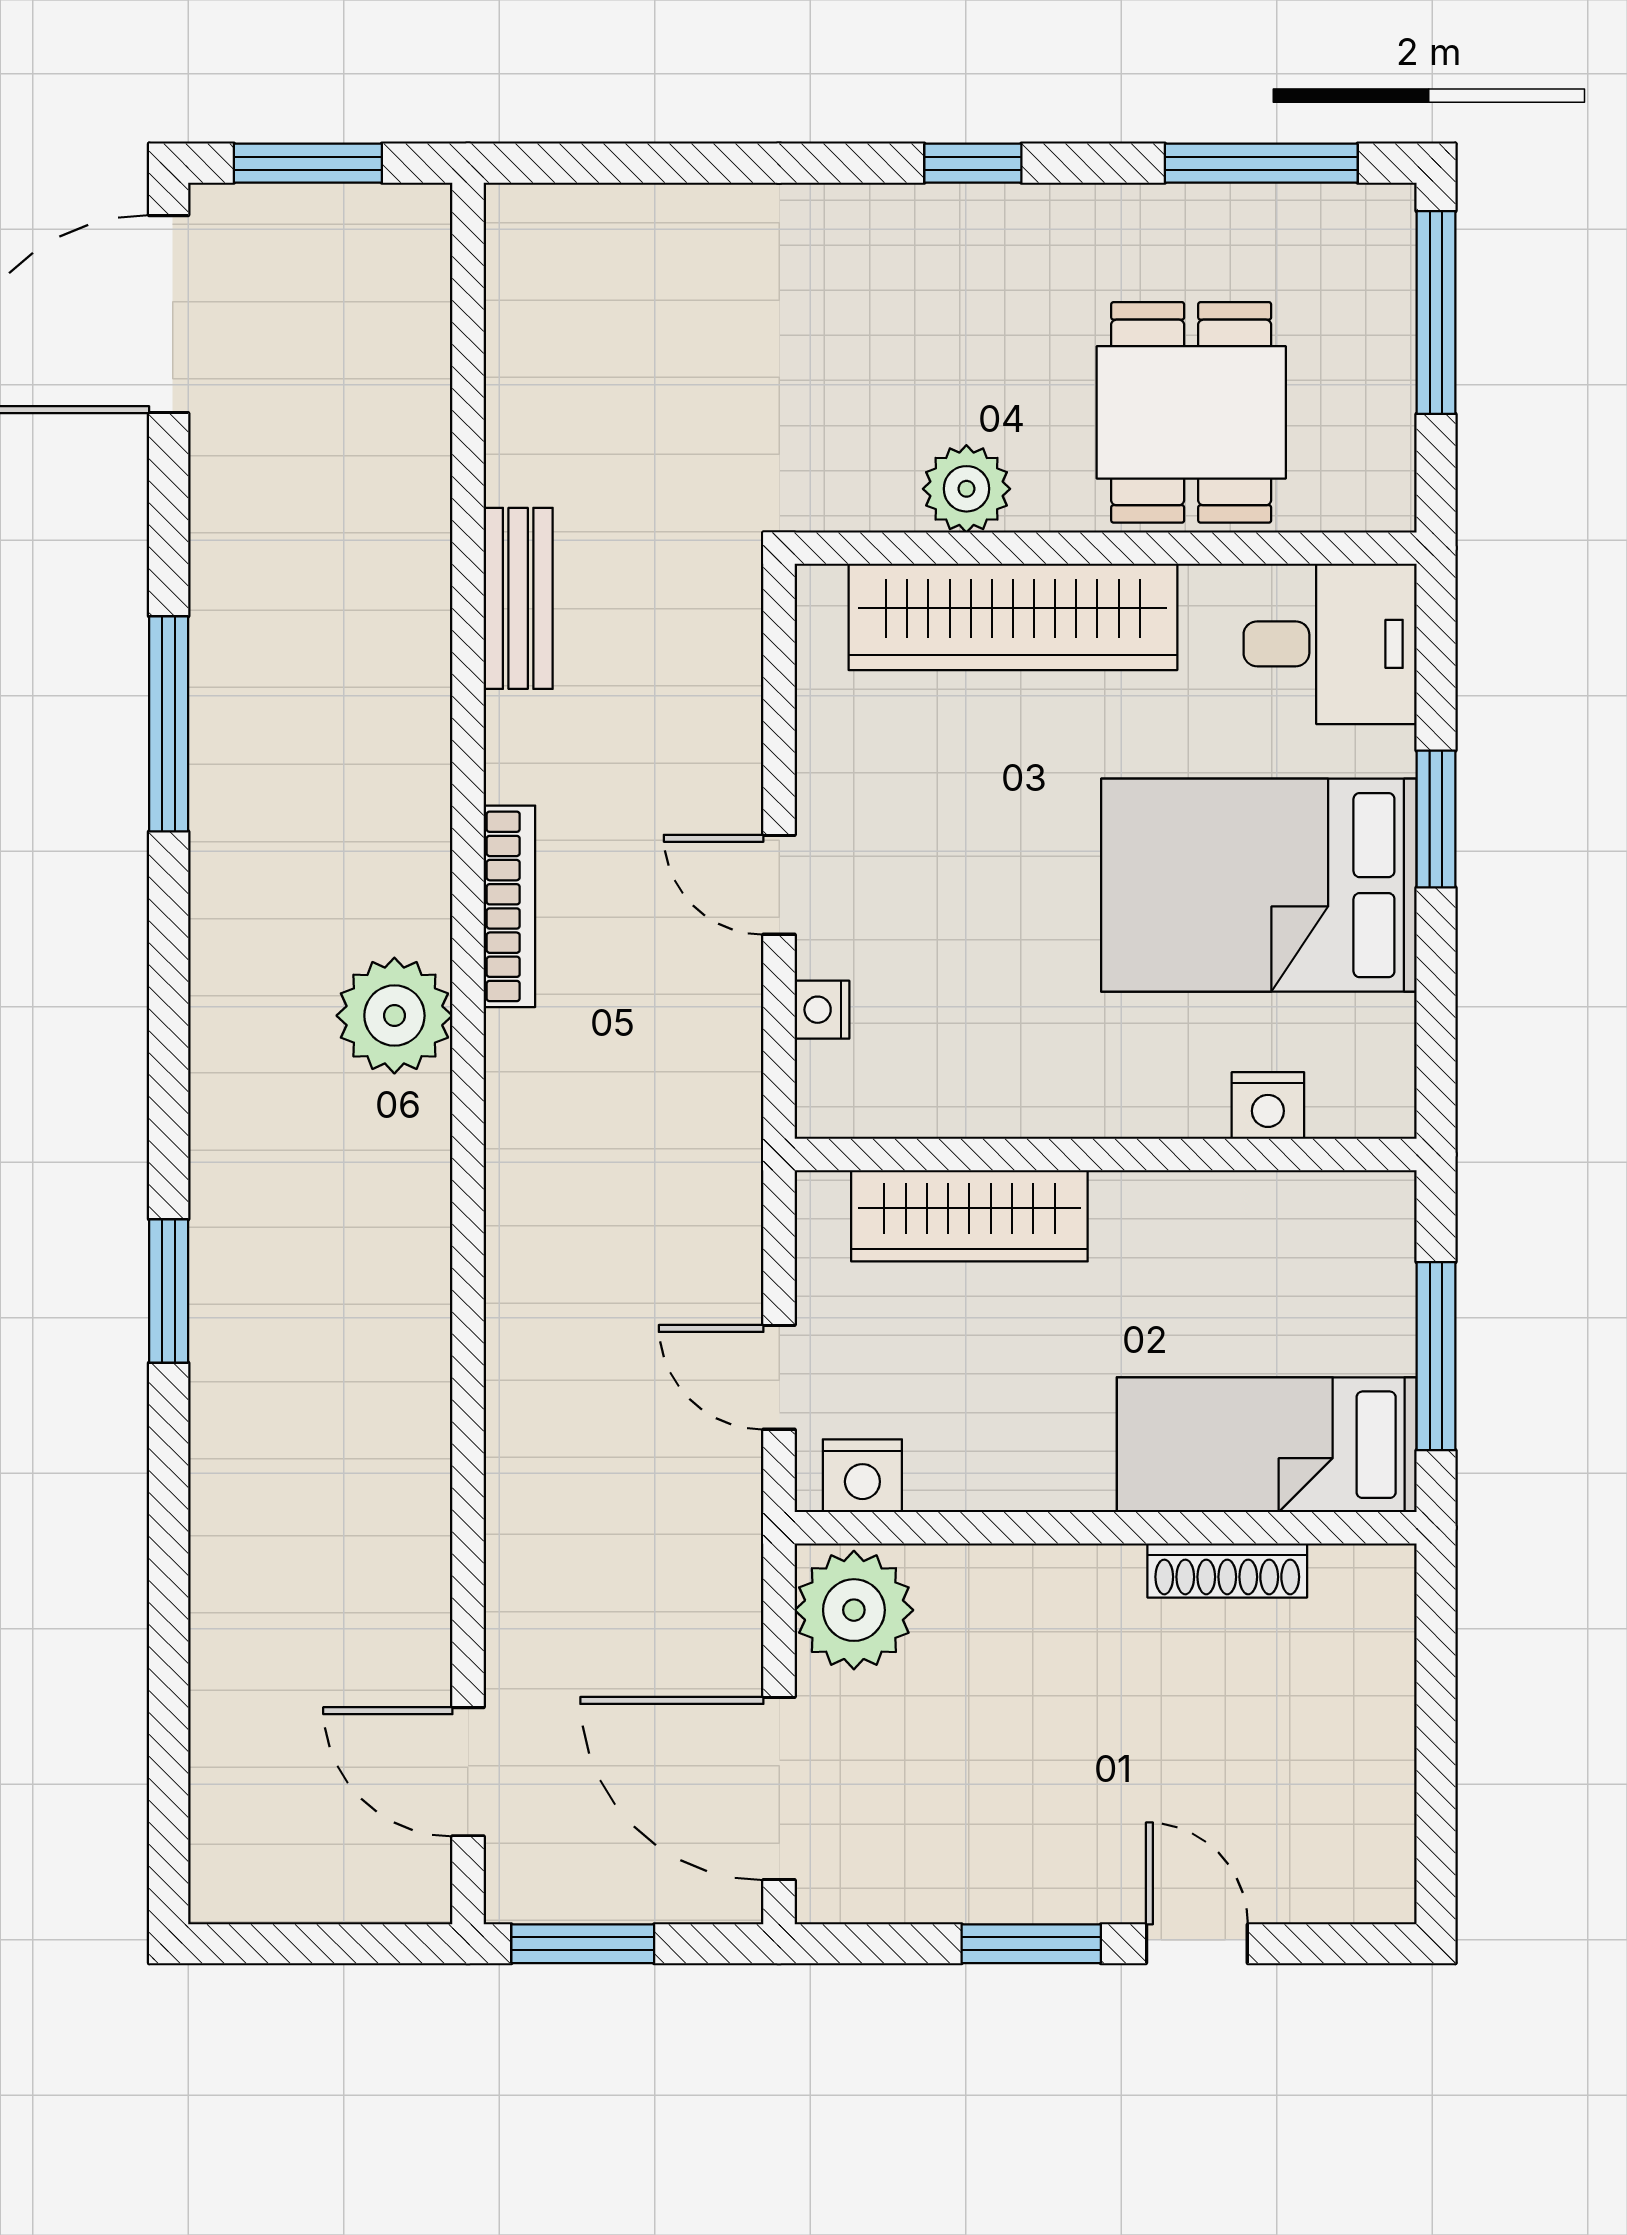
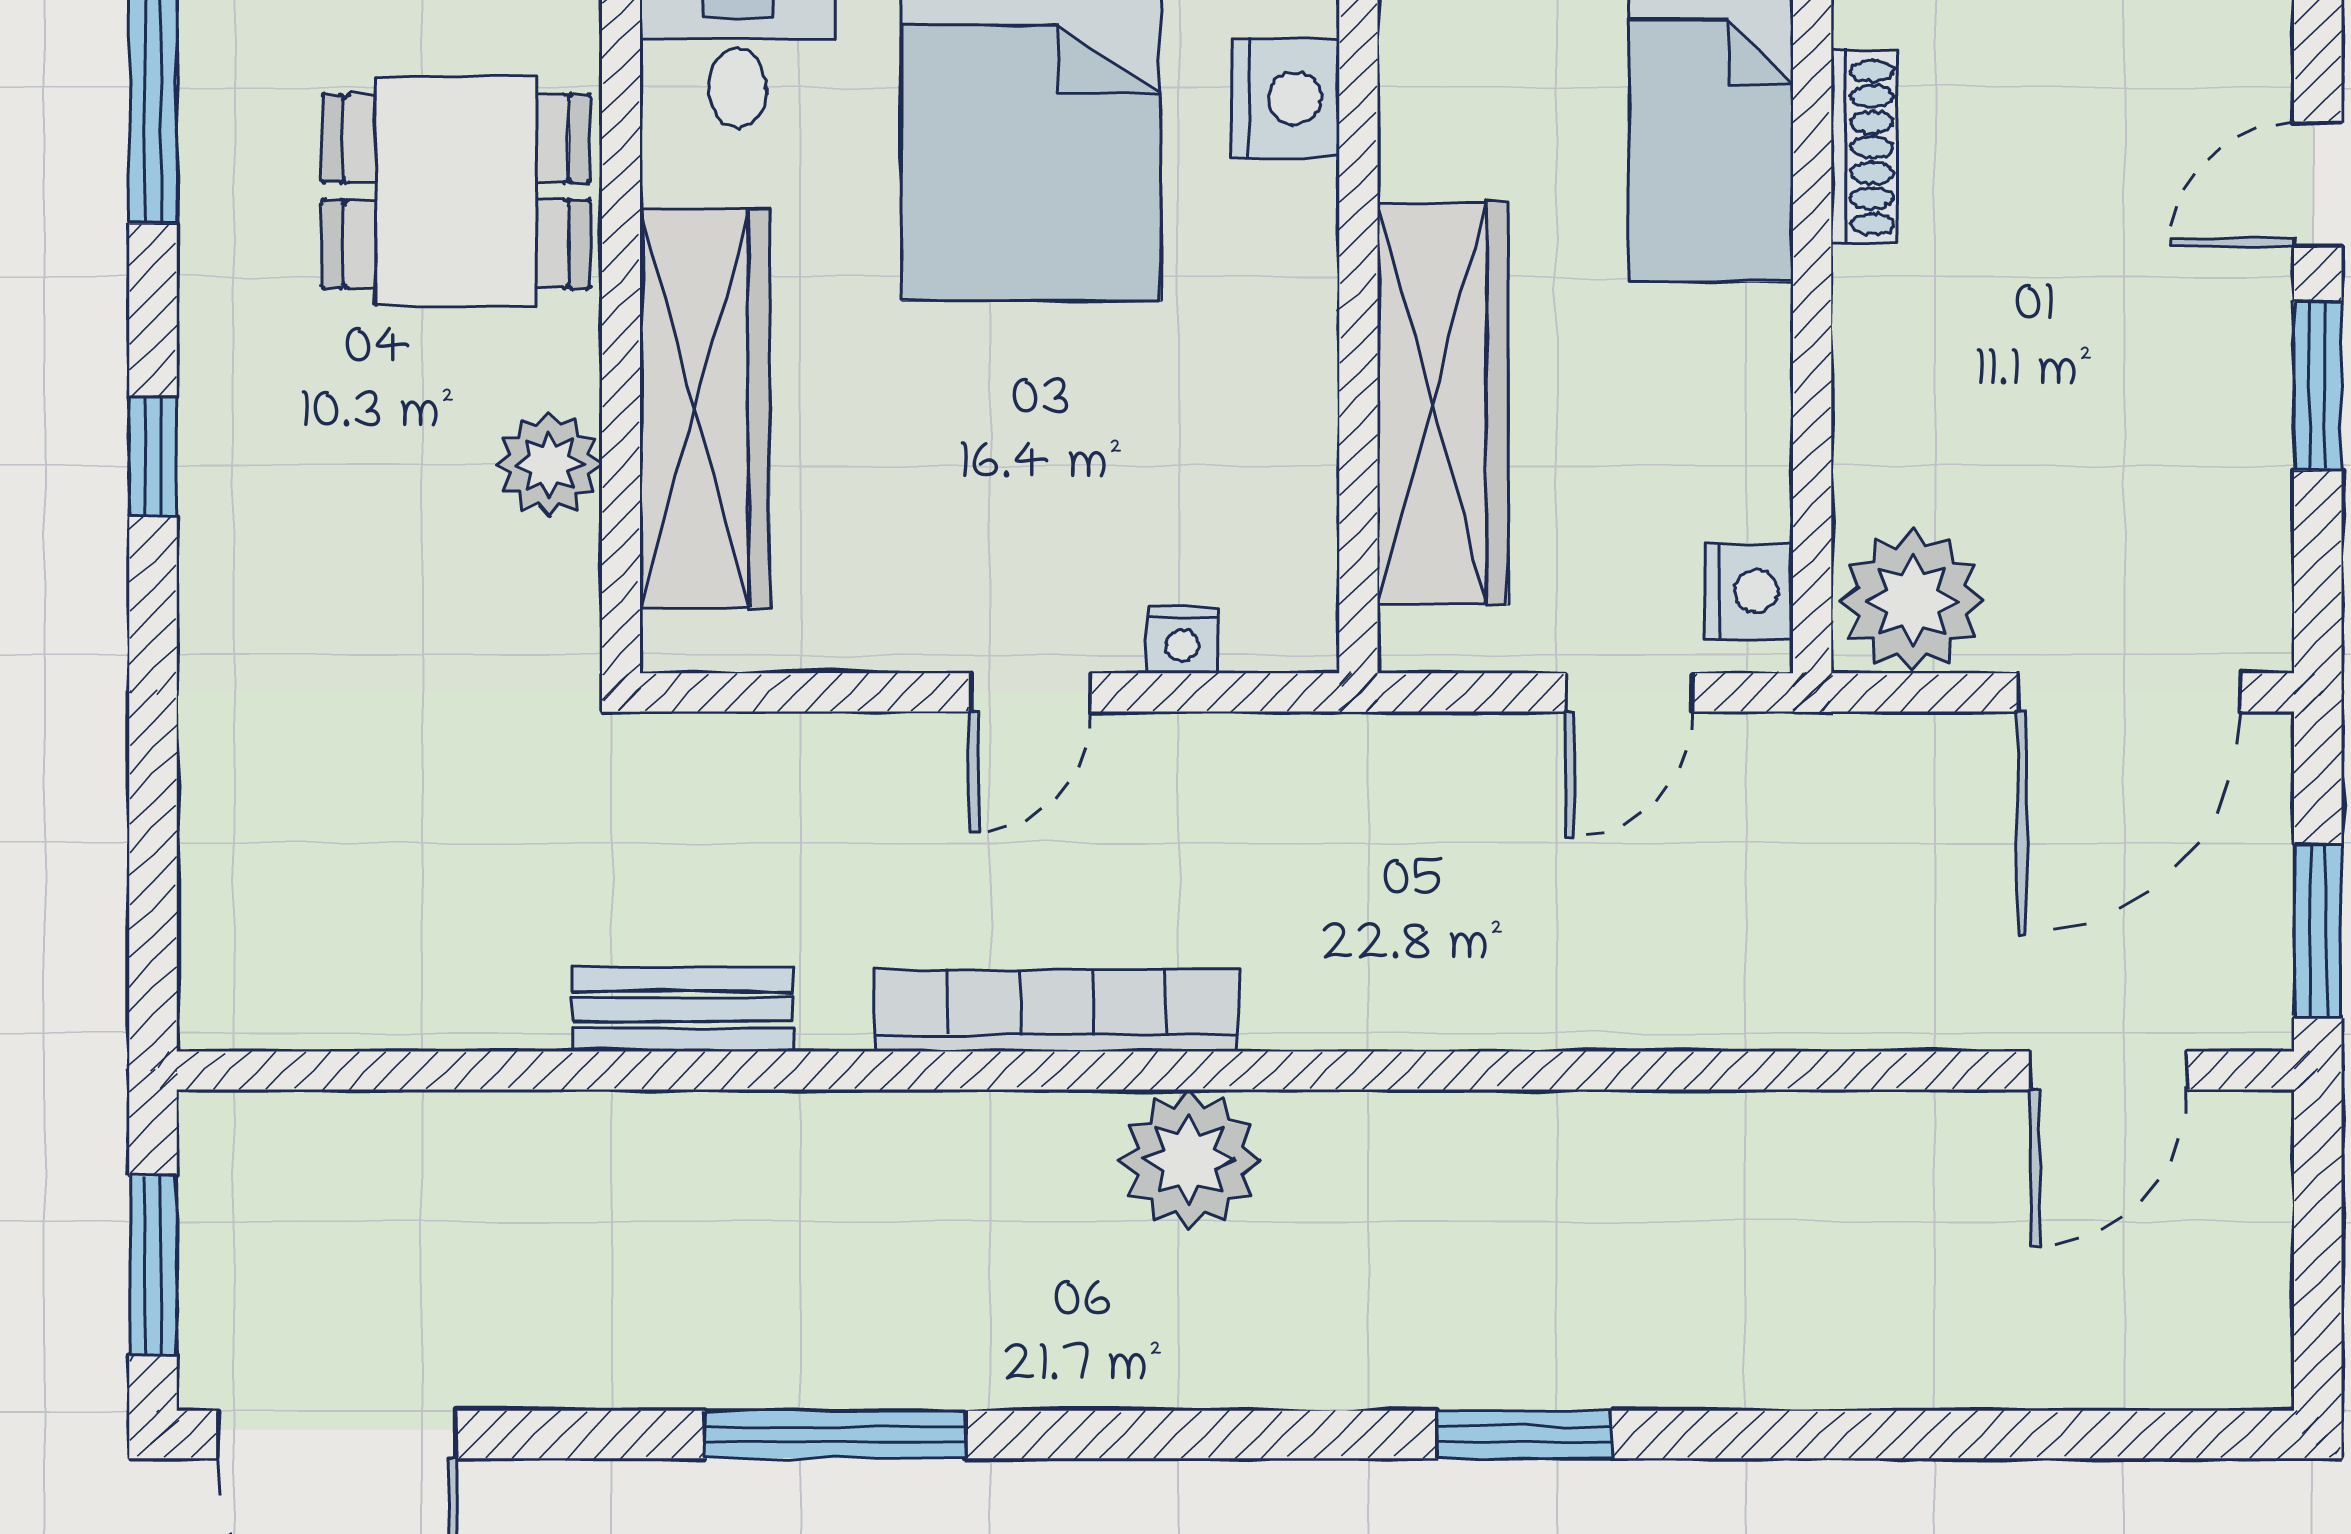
bookcase: (509, 906) -> (1057, 1010), width x1.48, depth x1.31
nightstand: (1268, 1106) -> (1286, 98), width x1.36, depth x1.33
wardrobe: (969, 1216) -> (1442, 403), width x1.40, depth x1.17

